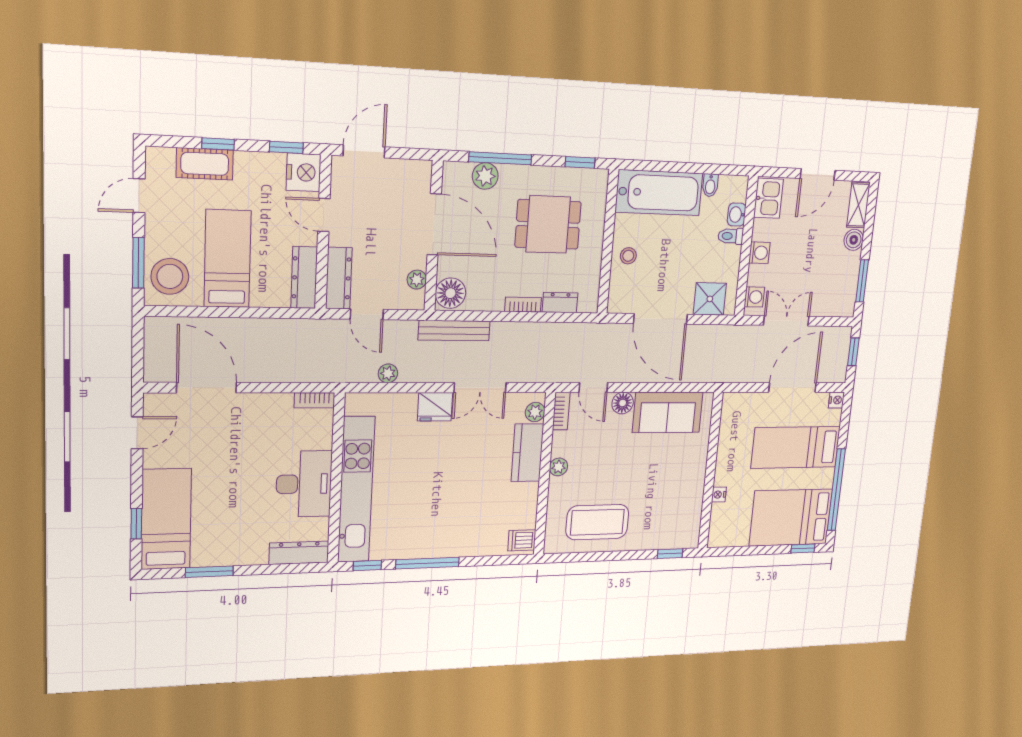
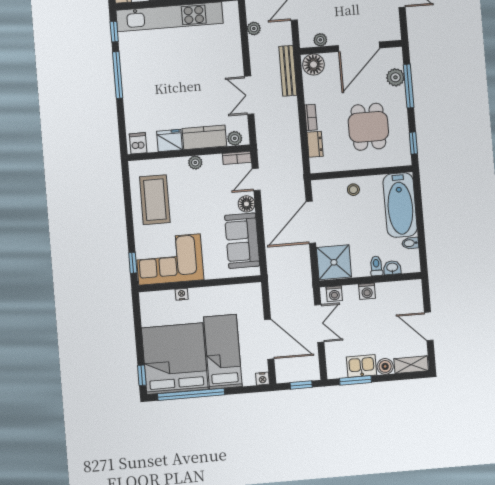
kitchen sink: (768, 198) -> (361, 366), moved, turned 180
shower: (710, 299) -> (334, 262), width x1.36, depth x1.36
fridge: (435, 407) -> (170, 141), moved, turned 90
corner sofa: (674, 507) -> (169, 259), added
bed: (791, 517) -> (175, 359), width x1.36

